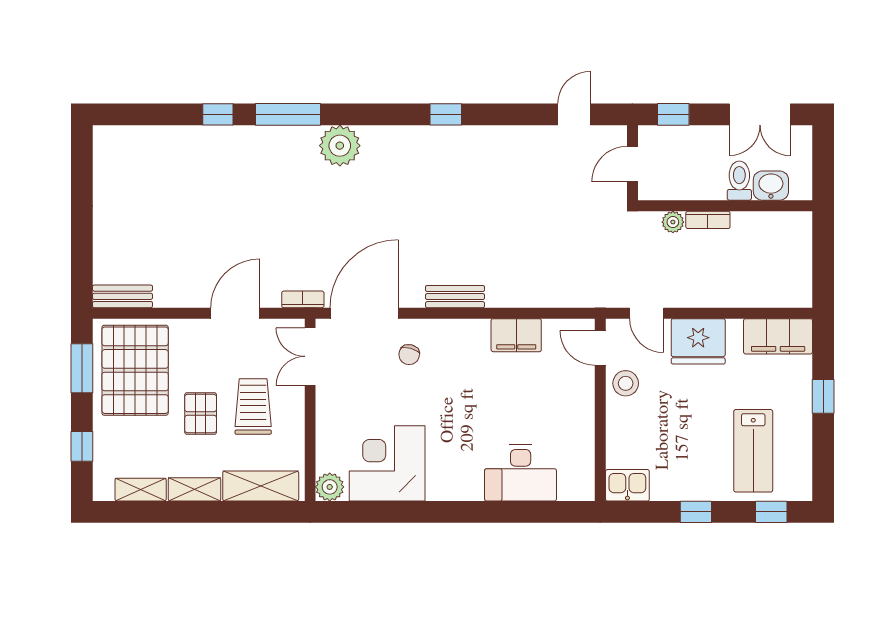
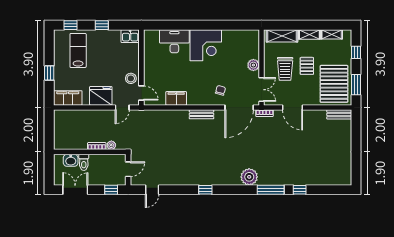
door: (235, 313) -> (292, 107), hinge flipped
door: (647, 313) -> (122, 107), swing flipped
corner desk: (387, 463) -> (206, 45), moved
plant: (330, 487) -> (253, 65), moved

